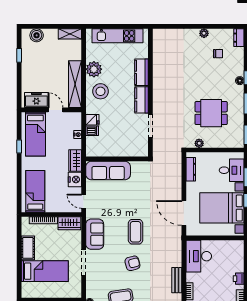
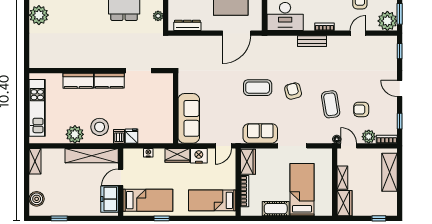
plant: (204, 33) -> (39, 15), width x1.88, depth x1.88
dishwasher: (92, 131) -> (119, 136), moved

